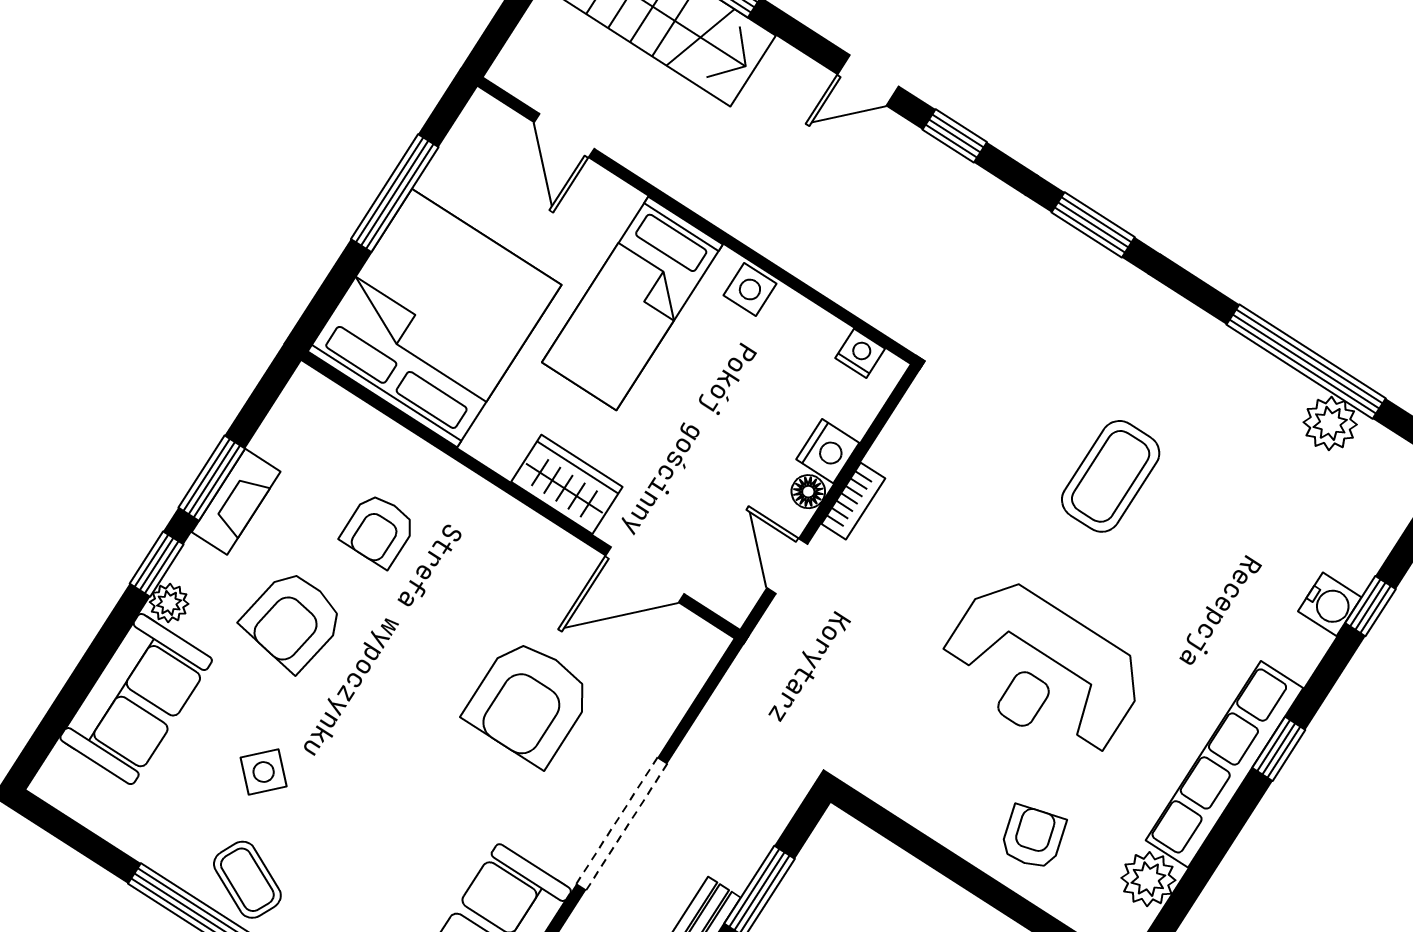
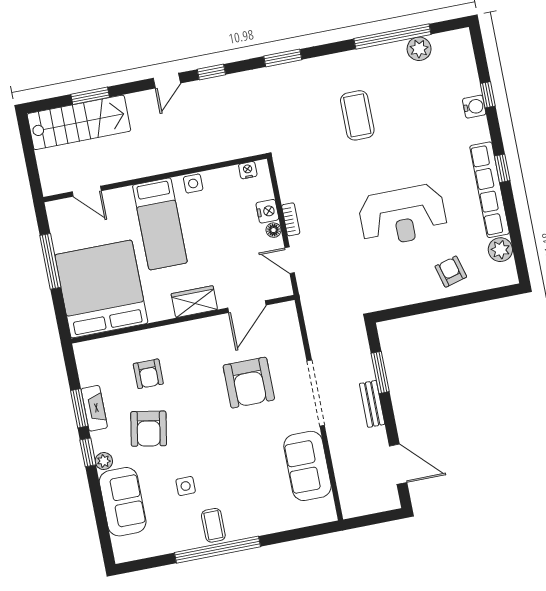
coffee table: (1111, 476) -> (357, 115), moved
side table: (264, 772) -> (186, 486), turned 45
coffee table: (247, 880) -> (213, 525), turned 64

